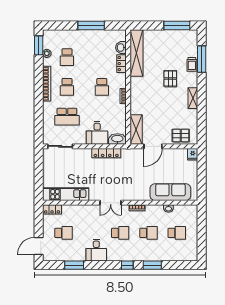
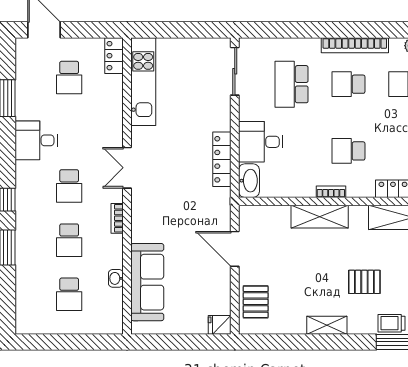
shelving: (136, 129) -> (320, 217), moved

